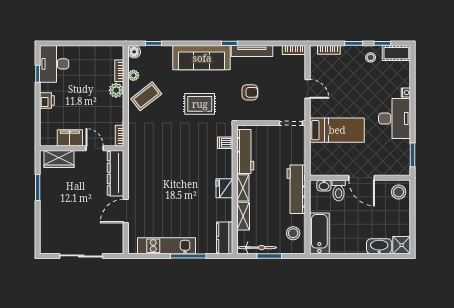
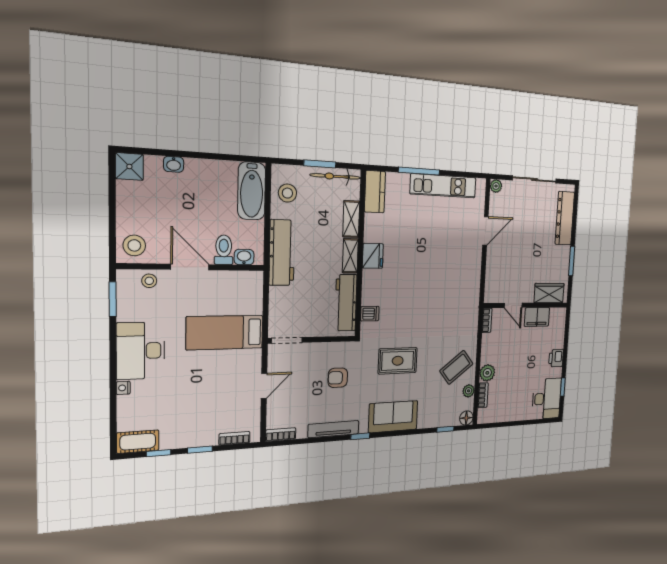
stool: (371, 57) -> (149, 281), moved
sofa: (202, 58) -> (393, 417), width x0.73
door: (308, 89) -> (264, 386), swing flipped
dresser: (115, 173) -> (565, 218), moved, turned 180
washbasin: (379, 246) -> (174, 164), width x0.52, depth x0.69
plant: (118, 248) -> (496, 186), added

